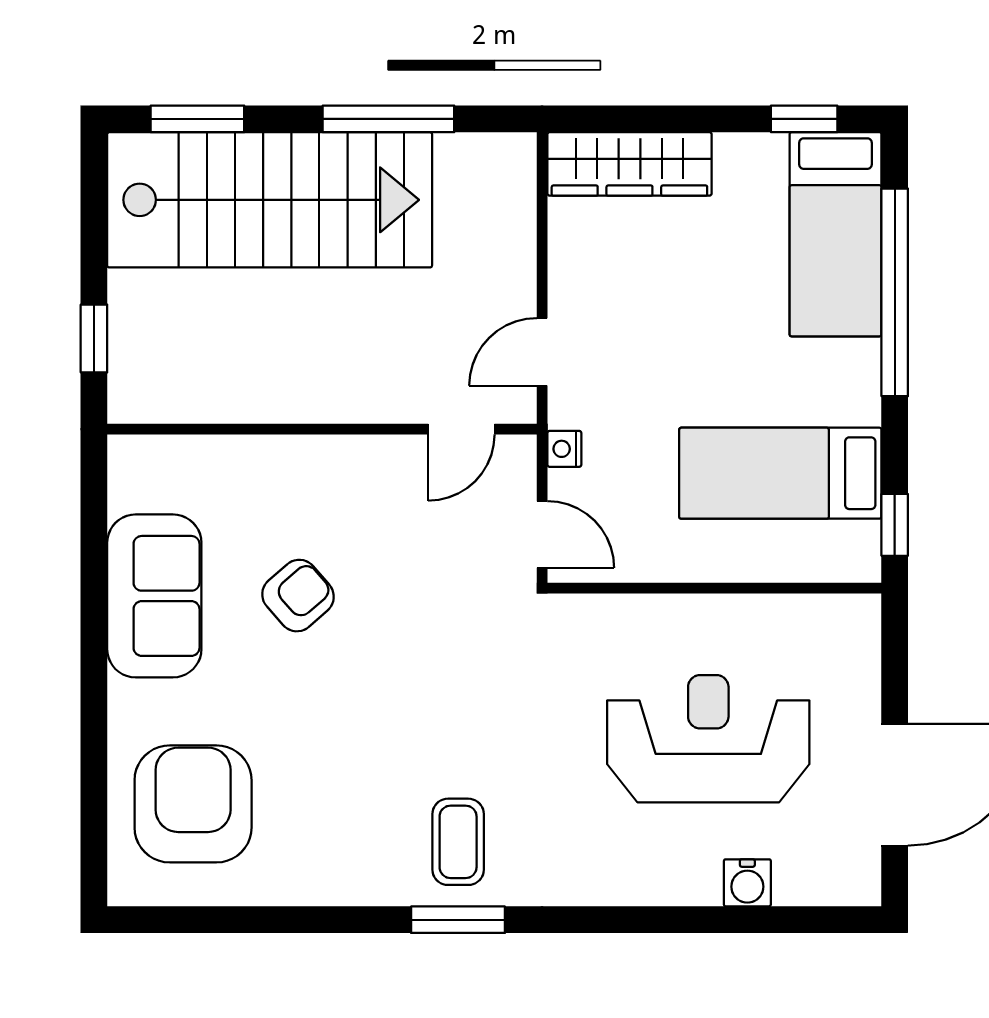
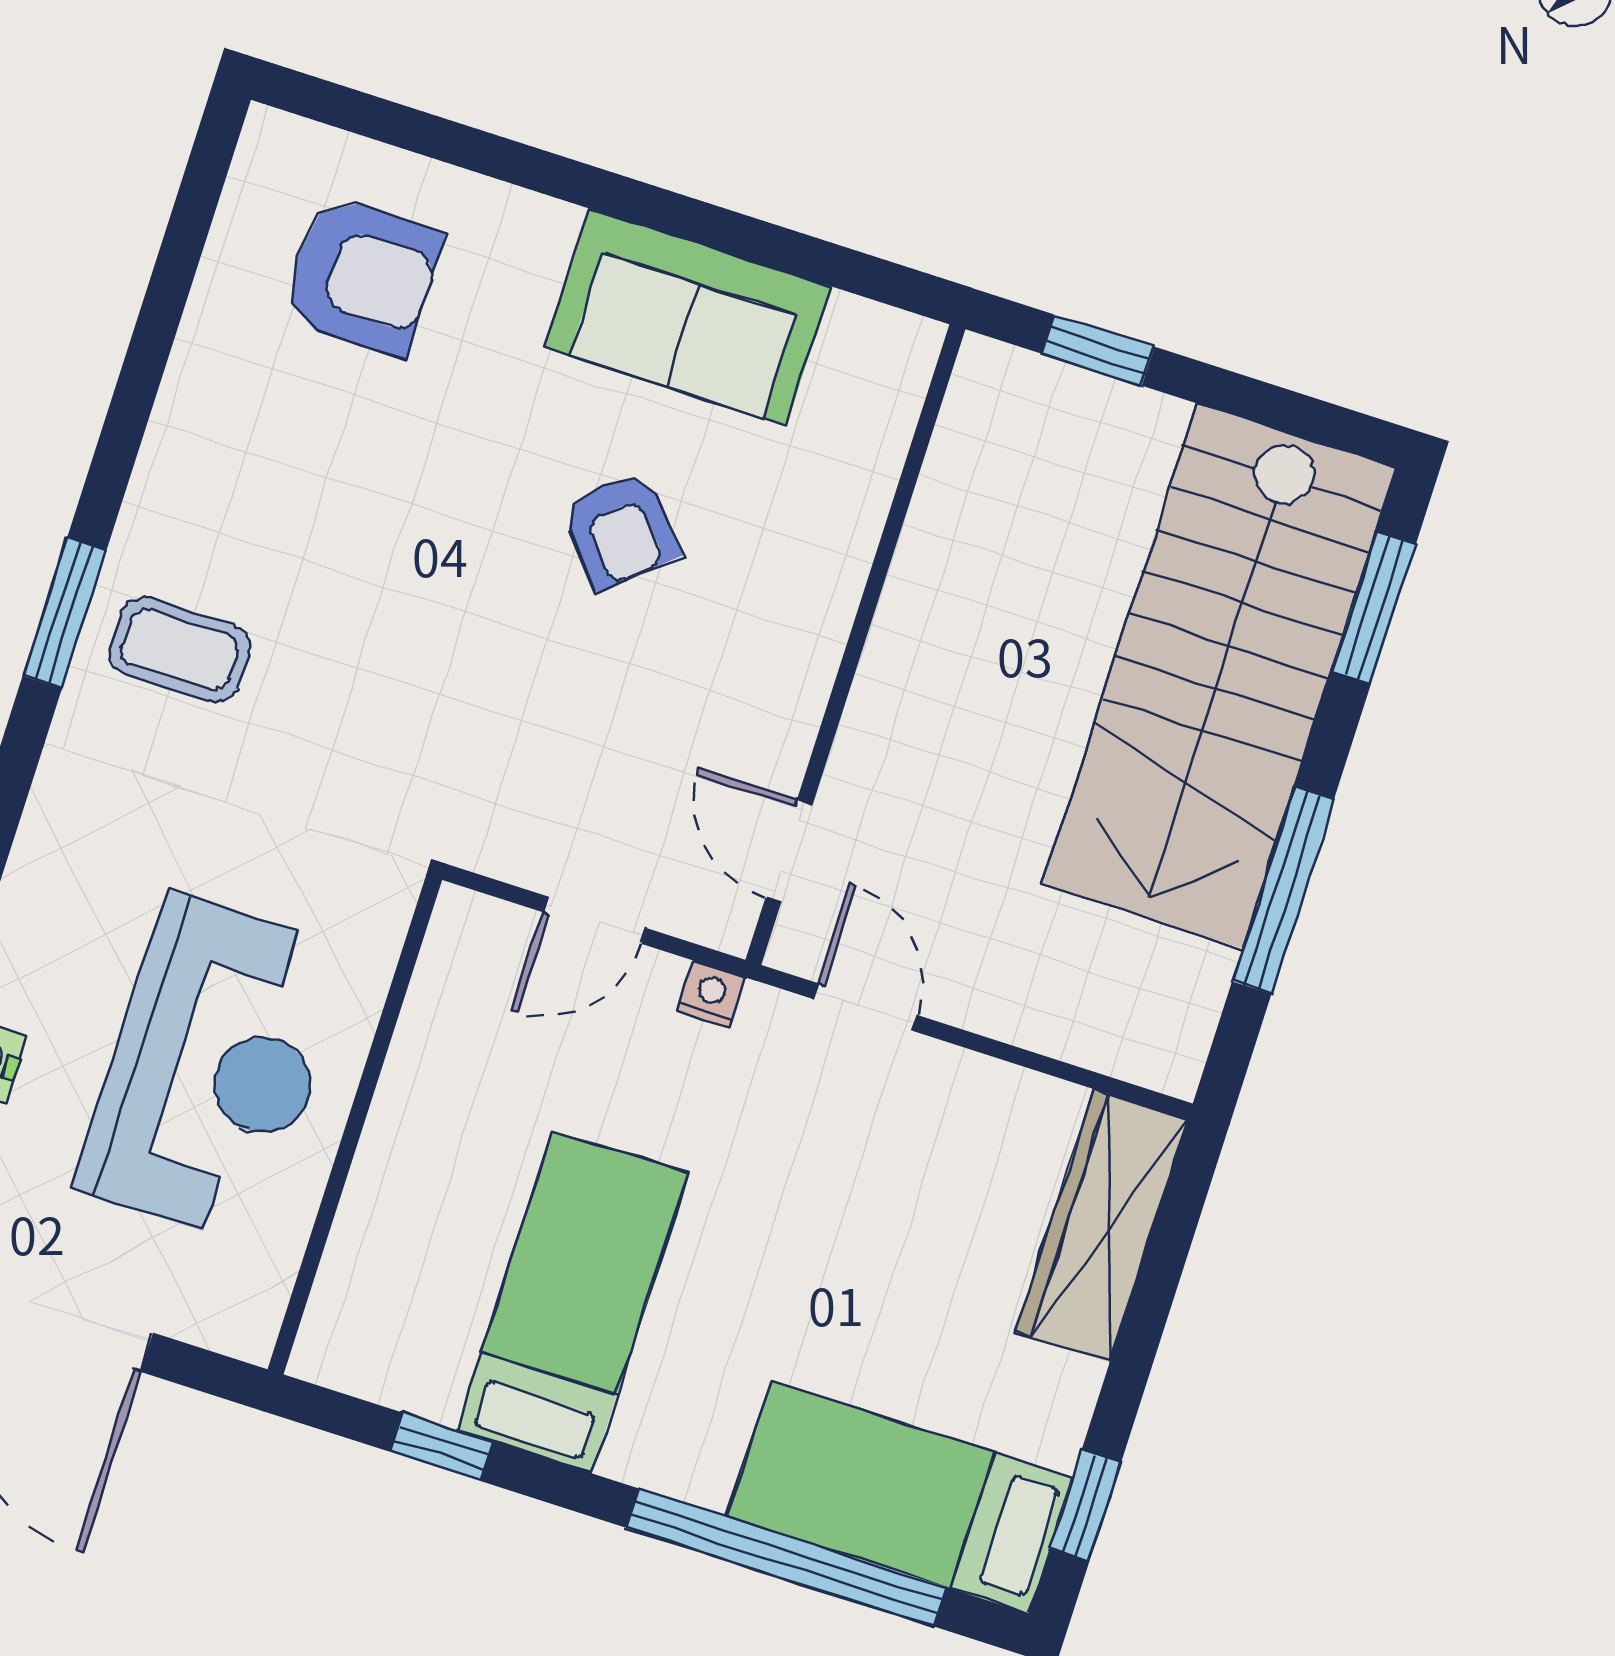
wall: (714, 588) -> (355, 1125), moved
armchair: (193, 804) -> (362, 276), width x0.73, depth x0.73

